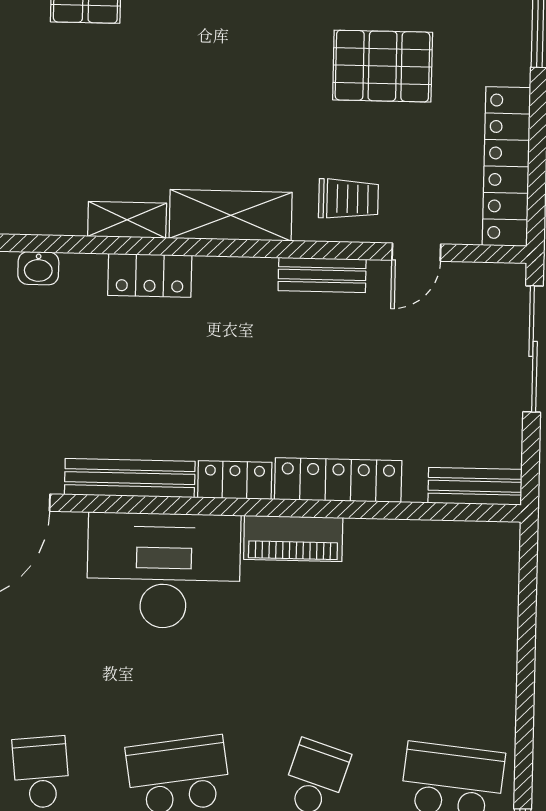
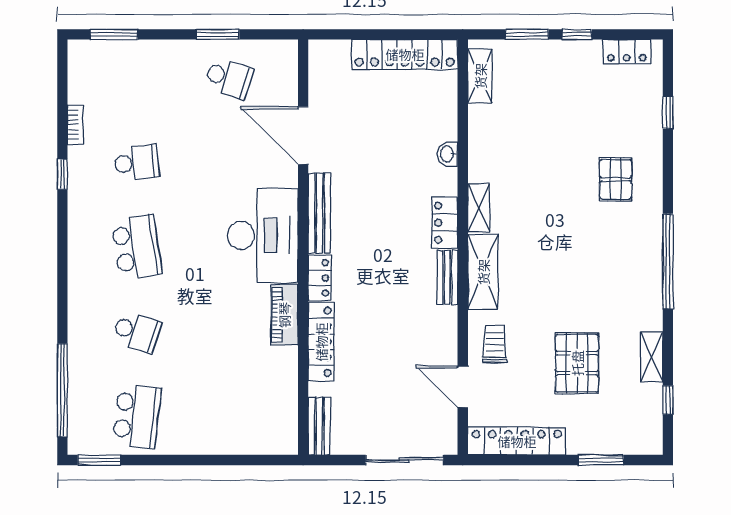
trolley: (348, 199) -> (495, 344), turned 180
door: (416, 252) -> (463, 387), width x1.38
bench: (322, 275) -> (447, 277), moved

